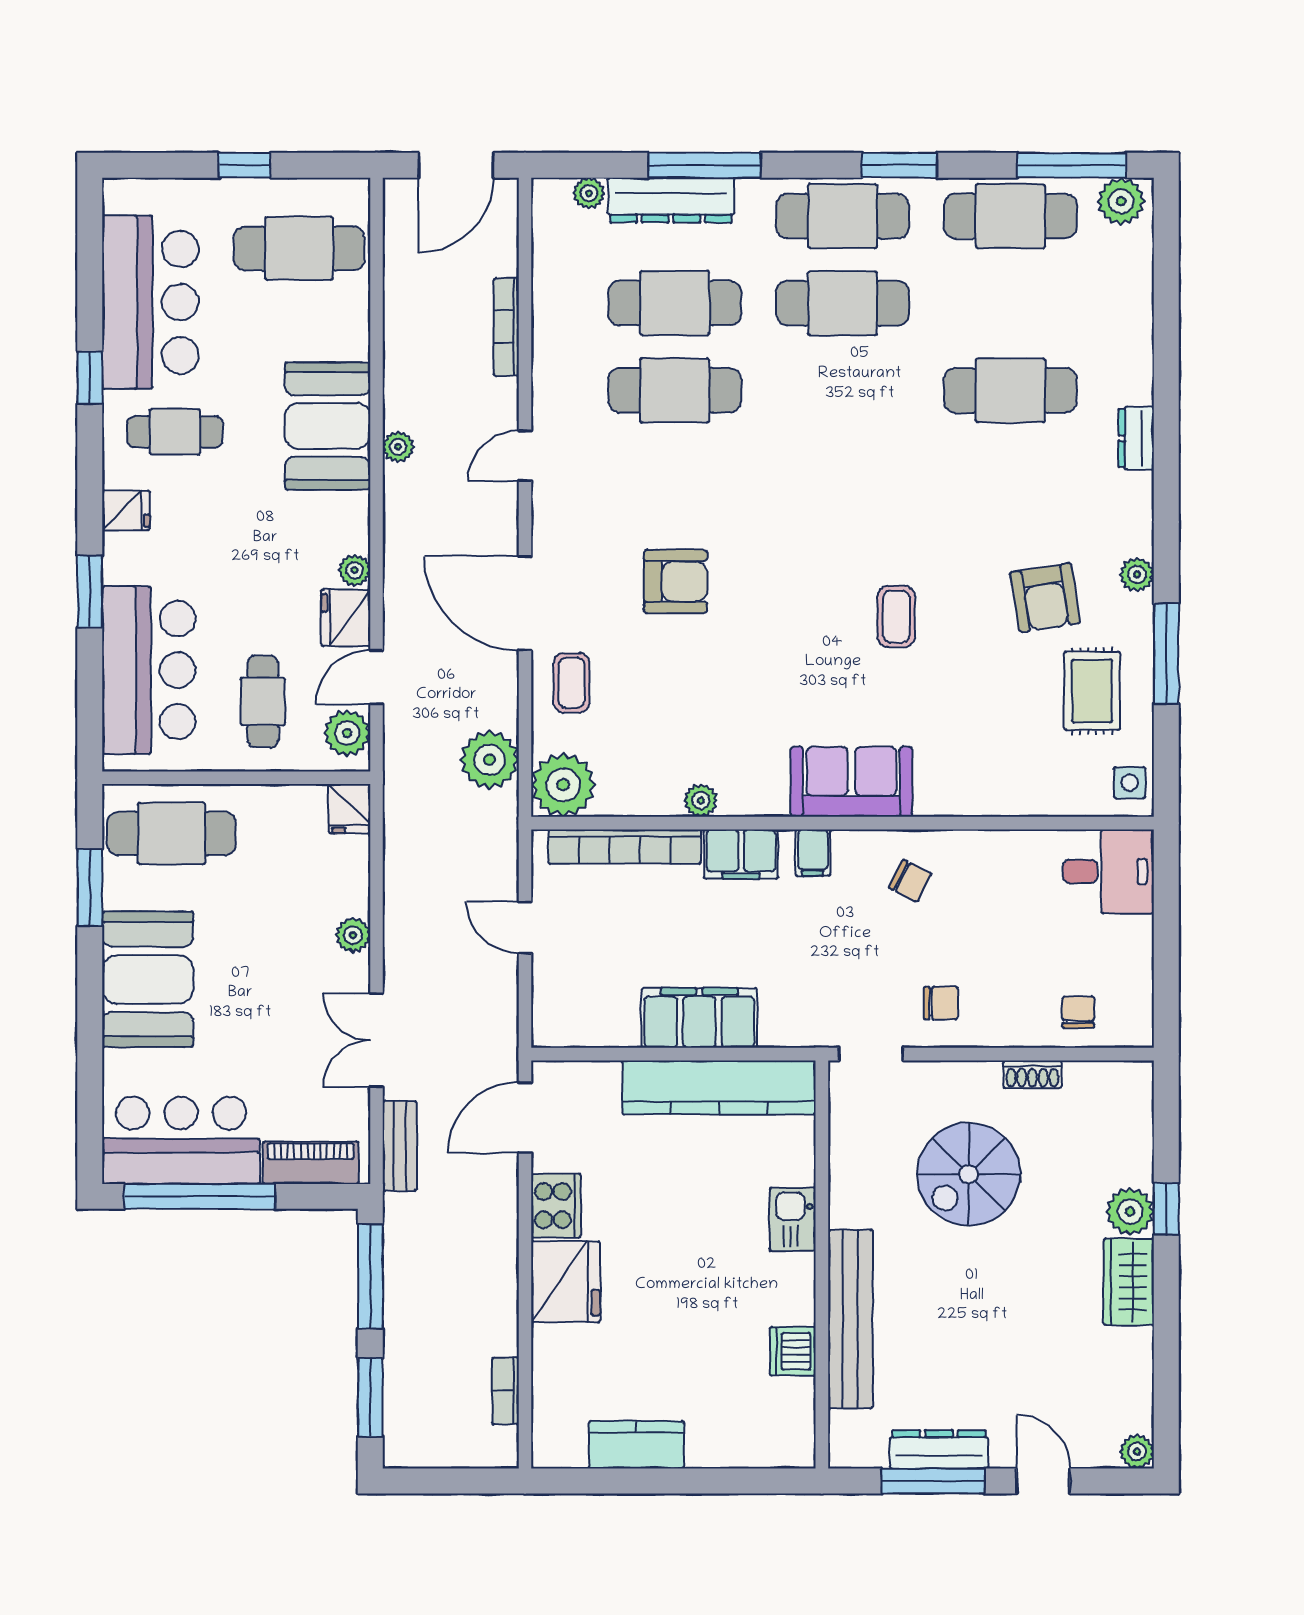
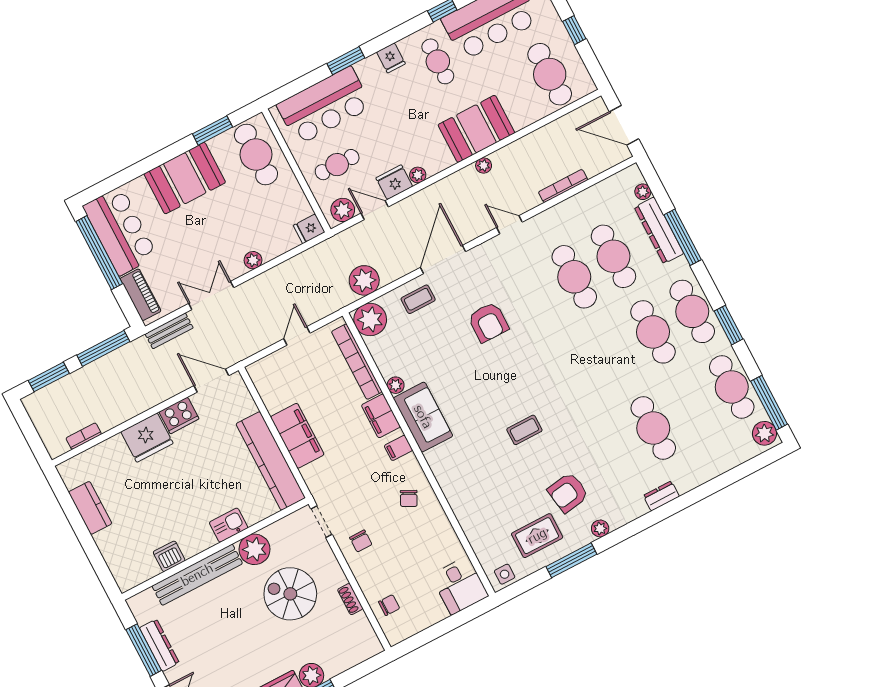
sofa: (851, 782) -> (423, 417), moved
plant: (858, 1196) -> (255, 549), added

